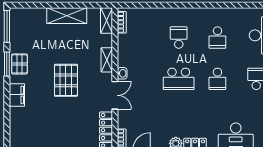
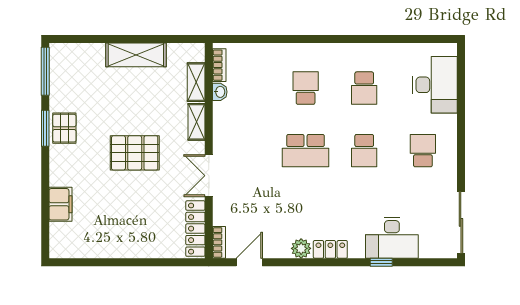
shelving: (106, 21) -> (196, 82), moved
washbasin: (122, 73) -> (220, 92), moved
pallet: (66, 80) -> (135, 153), turned 90
filing cabinet: (17, 95) -> (61, 204), moved
double door: (115, 95) -> (209, 176), swing flipped

